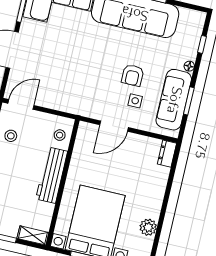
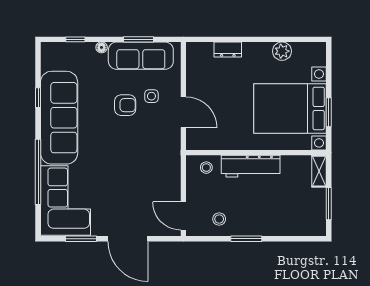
dresser: (167, 154) -> (228, 49), moved

